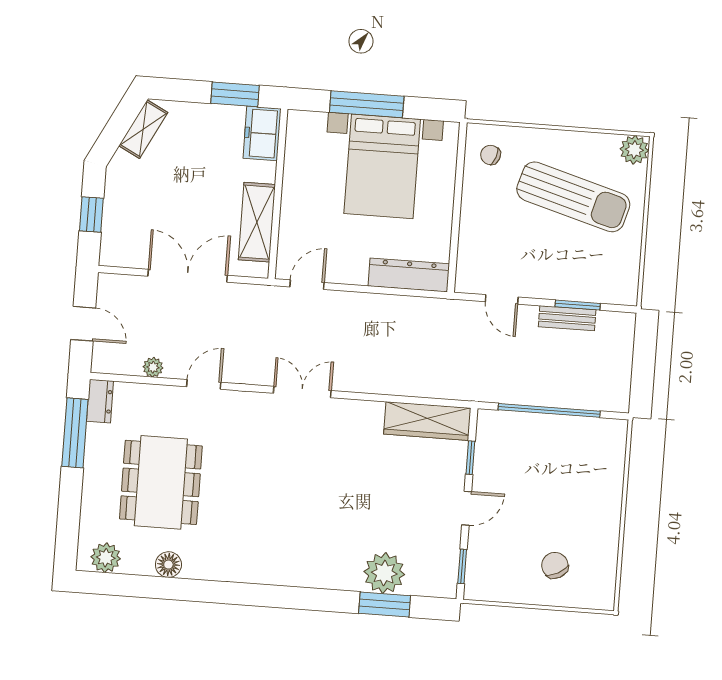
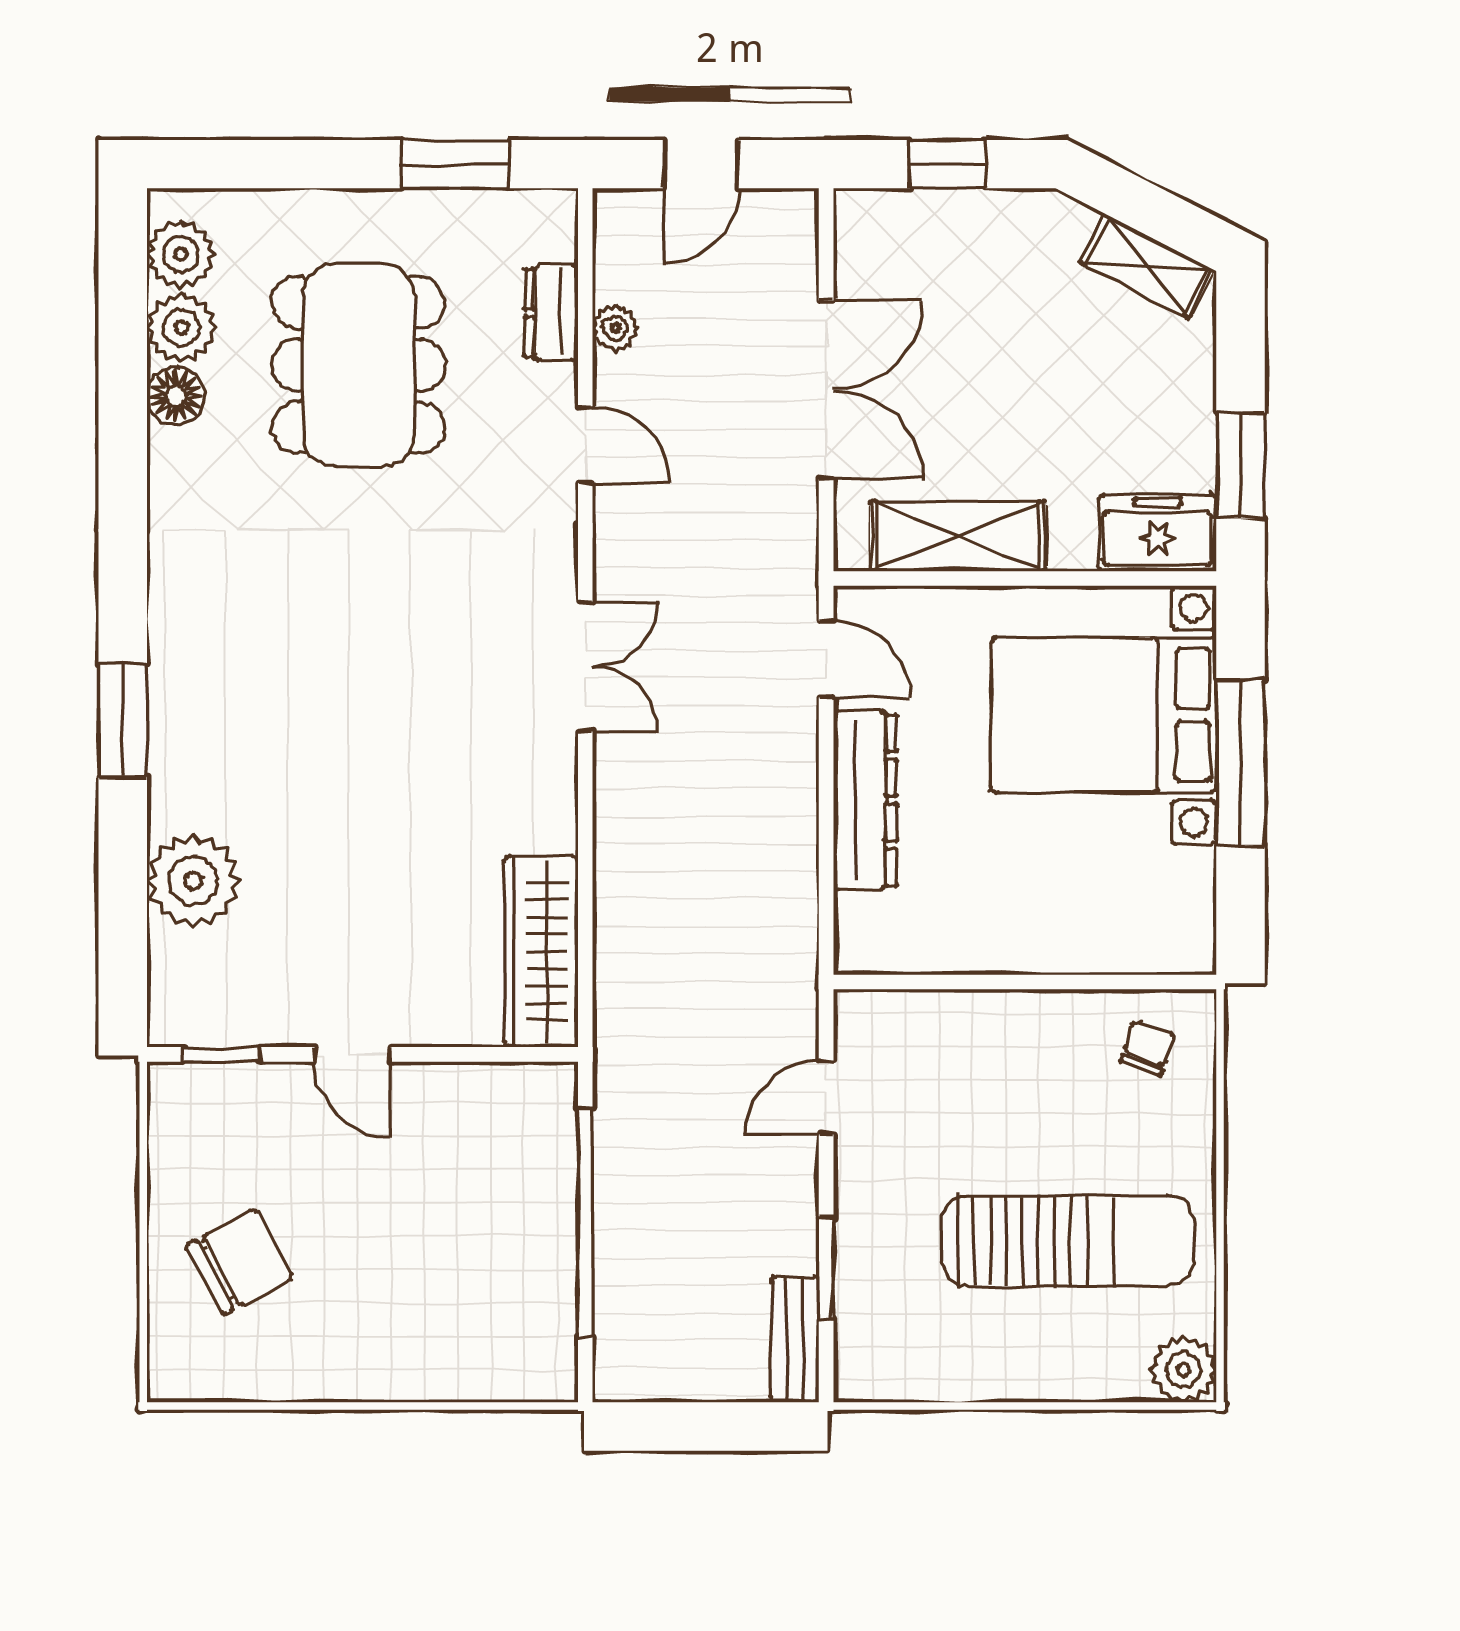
bed with nightstands: (382, 166) -> (1104, 715), moved
sun lounger: (573, 197) -> (1068, 1241), turned -106
dresser: (409, 275) -> (865, 800), moved
bench: (567, 318) -> (795, 1339), moved
dresser: (100, 401) -> (551, 313), moved, turned 90
window: (75, 433) -> (455, 164), width x0.69
window: (470, 458) -> (466, 1054), removed
dining table: (161, 482) -> (359, 365), turned 90
plant: (138, 560) -> (181, 327), added
chair: (555, 565) -> (239, 1262), width x1.37, depth x1.37
window: (385, 605) -> (123, 721), moved

